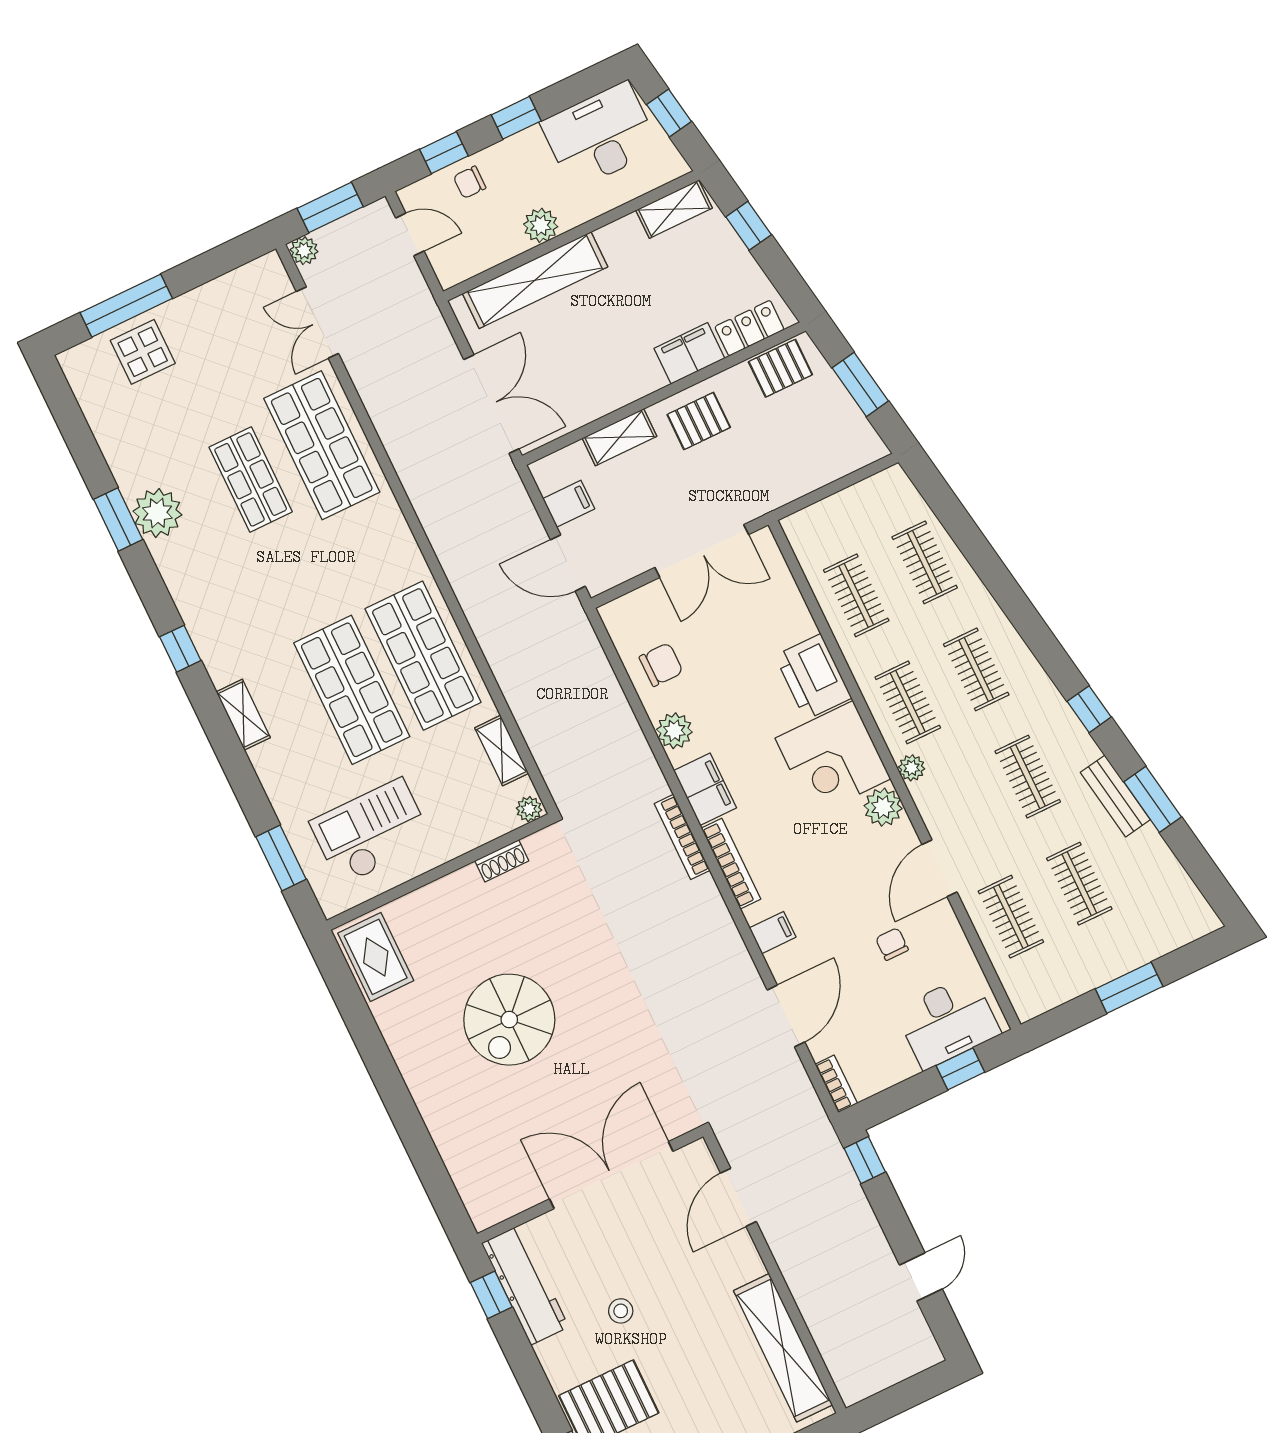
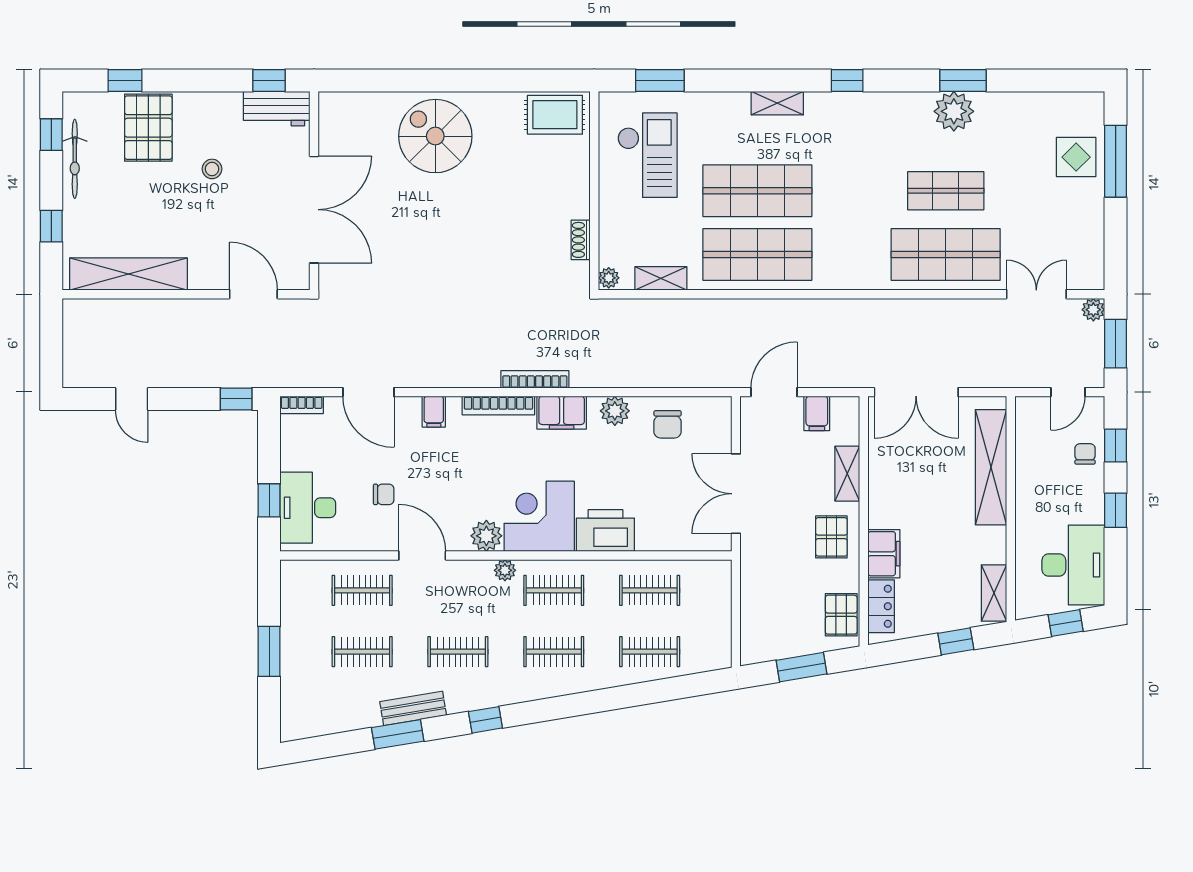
plant: (541, 225) -> (1029, 490), removed
spiral stairs: (509, 1020) -> (435, 136), moved
workbench: (525, 1285) -> (277, 109), width x0.73

